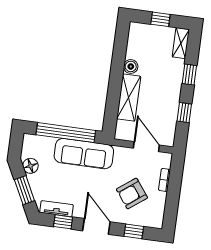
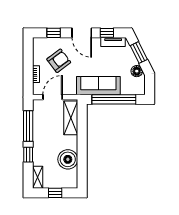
boiler: (131, 66) -> (68, 159), width x1.86, depth x1.86
shelving: (129, 98) -> (71, 118), moved
window: (184, 113) -> (28, 126), width x2.17
door: (146, 147) -> (53, 97), swing flipped

